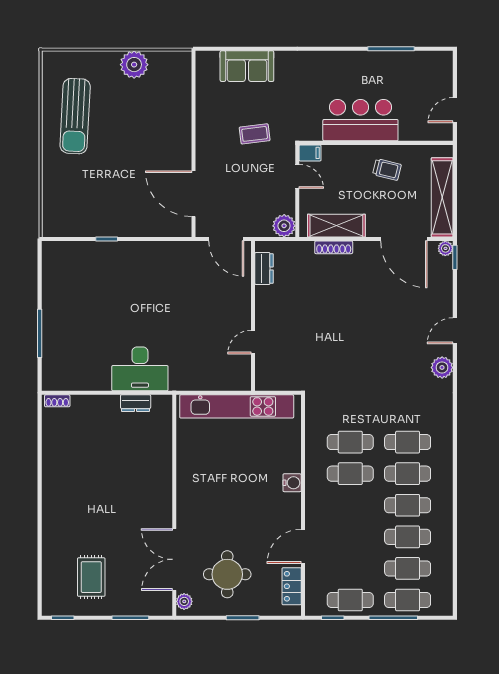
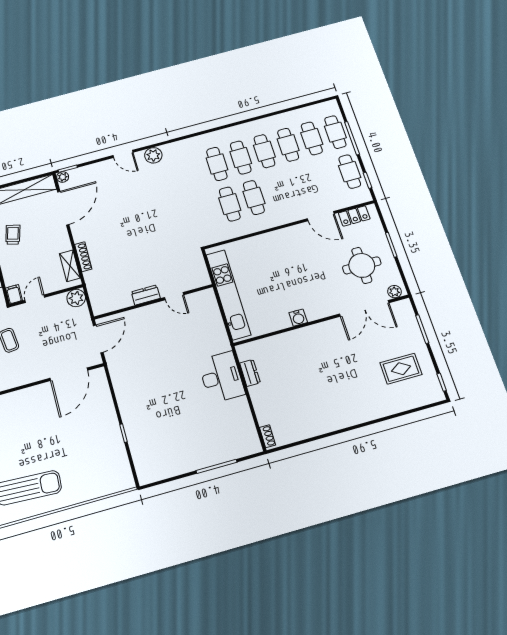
shelving: (336, 226) -> (70, 266), width x0.67, depth x0.75
dresser: (264, 268) -> (146, 295), moved
water cooler: (292, 483) -> (298, 318), moved, turned 180

